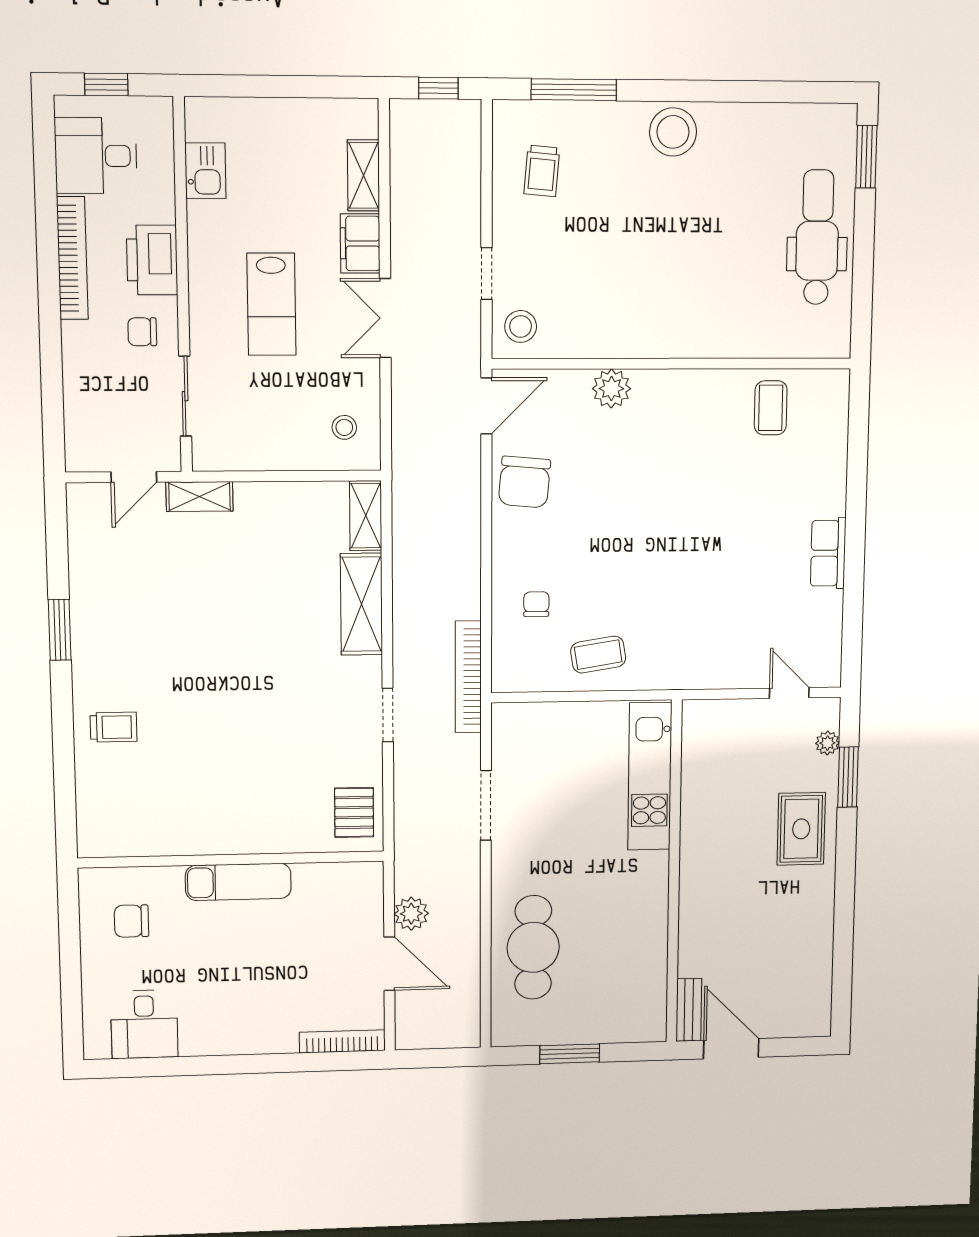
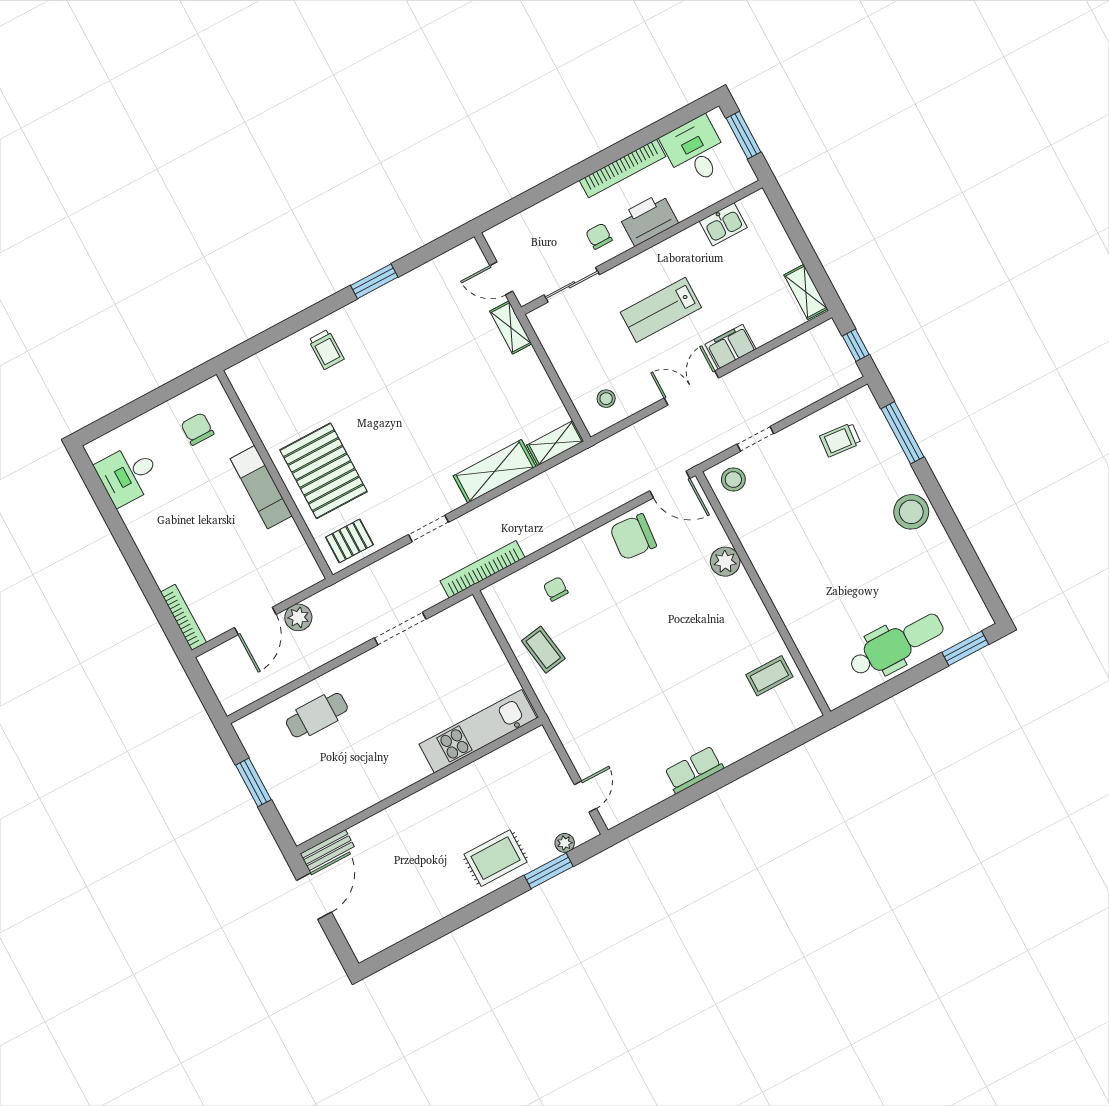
window: (106, 84) -> (744, 135), width x1.50
shelving: (363, 175) -> (806, 292), moved, turned 90
chair: (536, 604) -> (556, 589), turned -90
pallet: (256, 802) -> (323, 471), added
cafe table: (533, 947) -> (317, 715), width x0.73, depth x0.74

